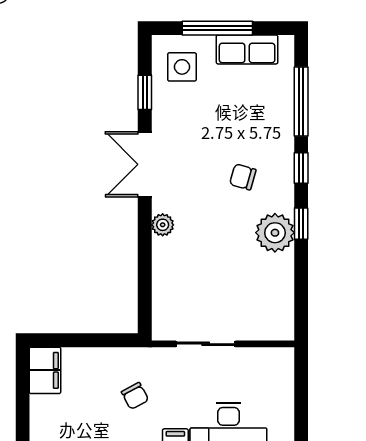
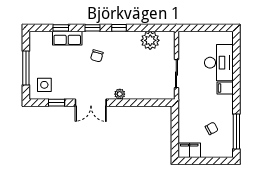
row of seats: (247, 49) -> (67, 38), moved, turned 90
window: (301, 101) -> (61, 28), width x0.46
plant: (275, 233) -> (150, 40), moved
chair: (135, 396) -> (212, 128), moved

